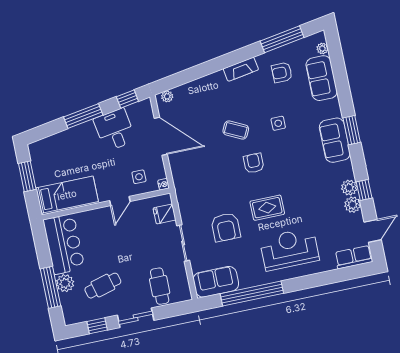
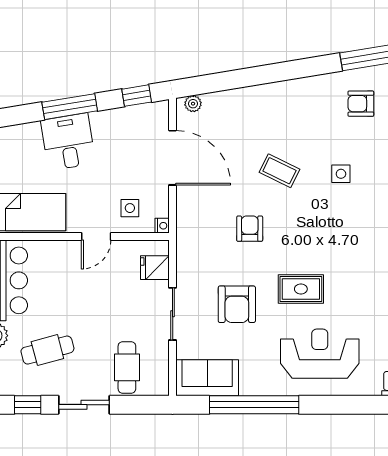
fireplace: (241, 69) -> (304, 87), removed
desk: (115, 130) -> (68, 142), moved
armchair: (254, 163) -> (250, 229), moved

